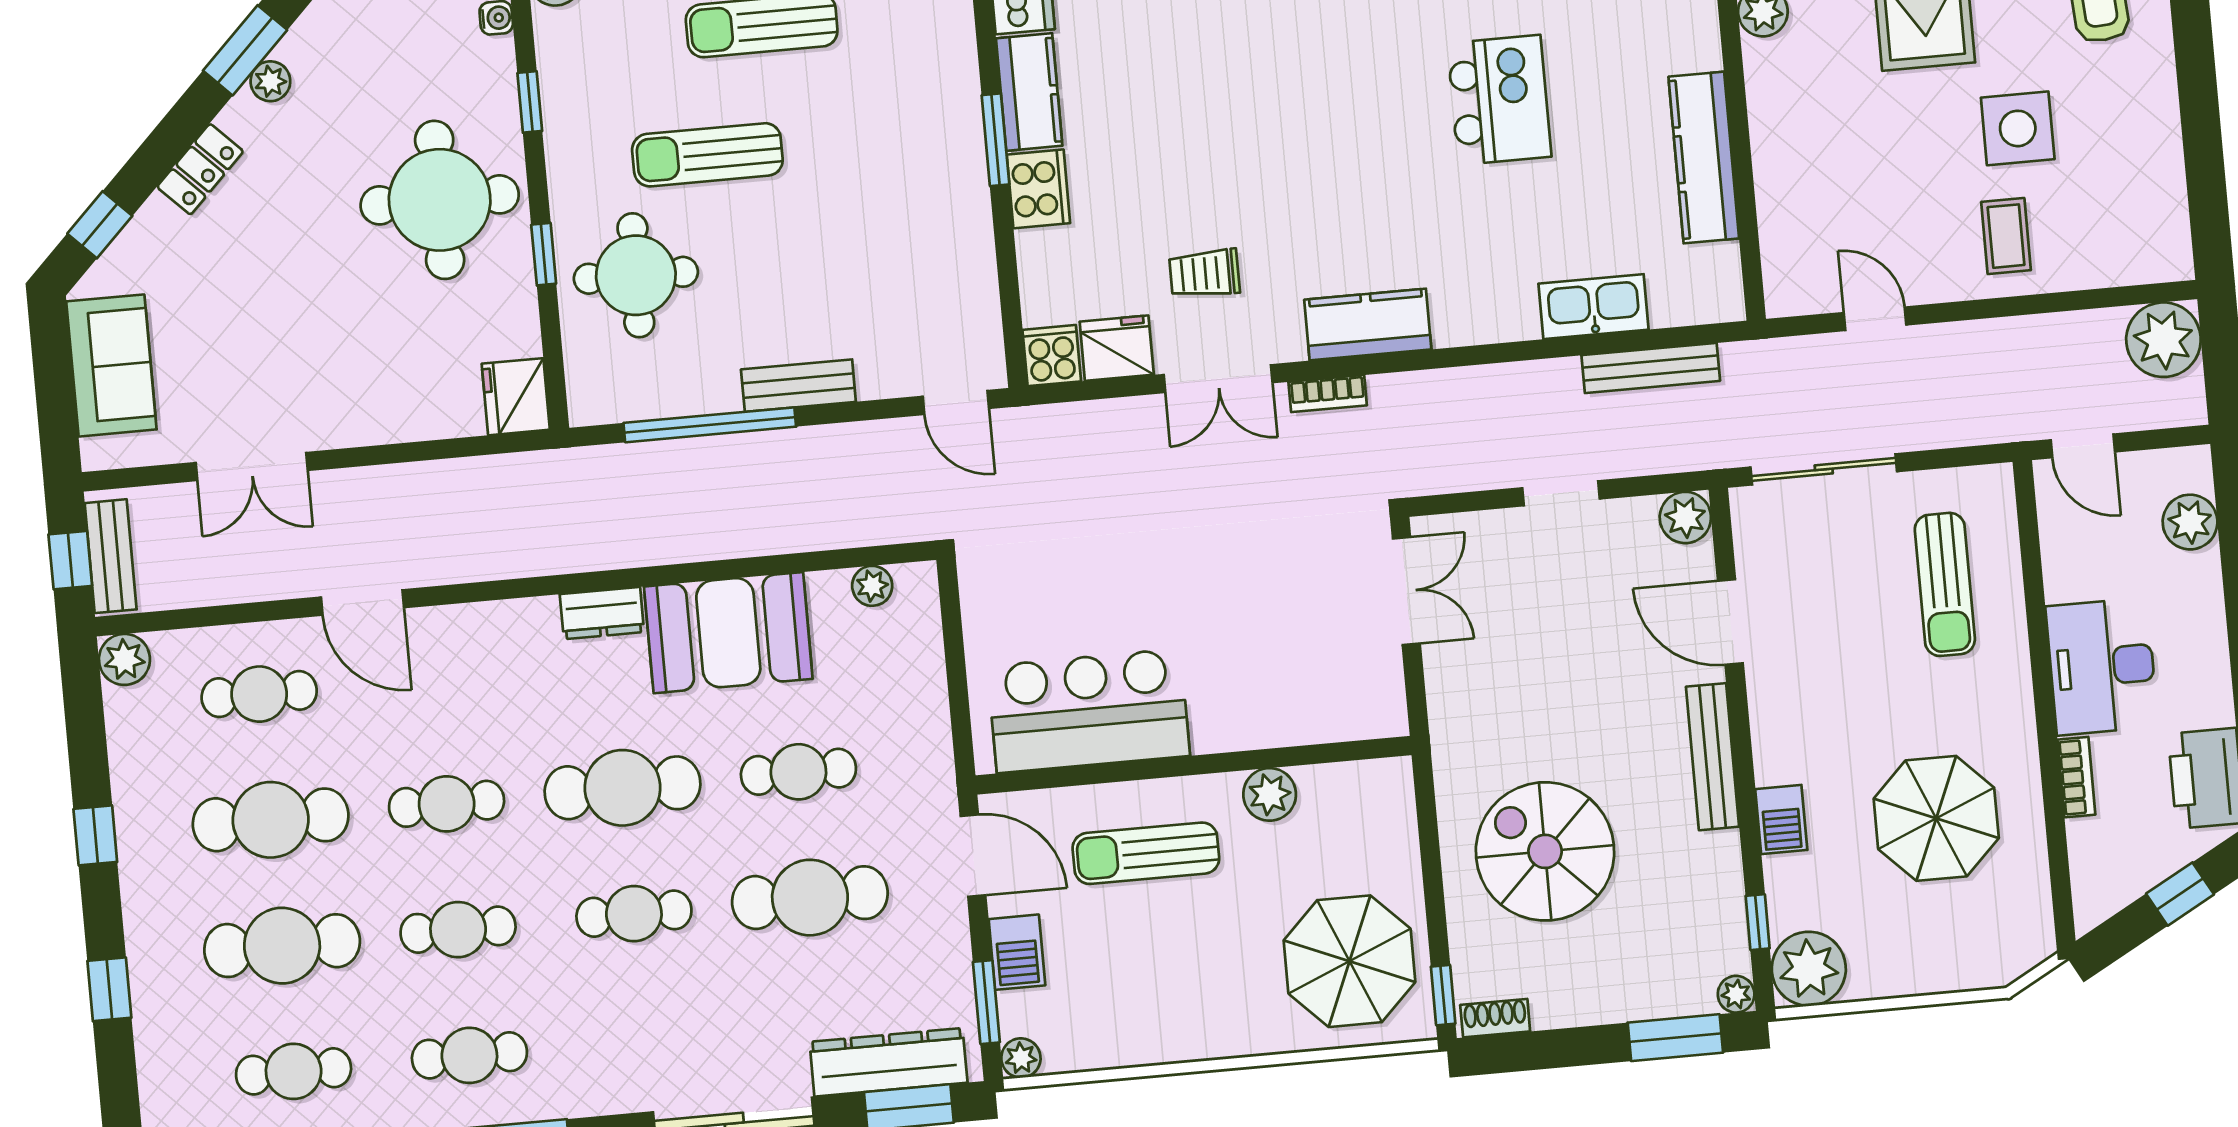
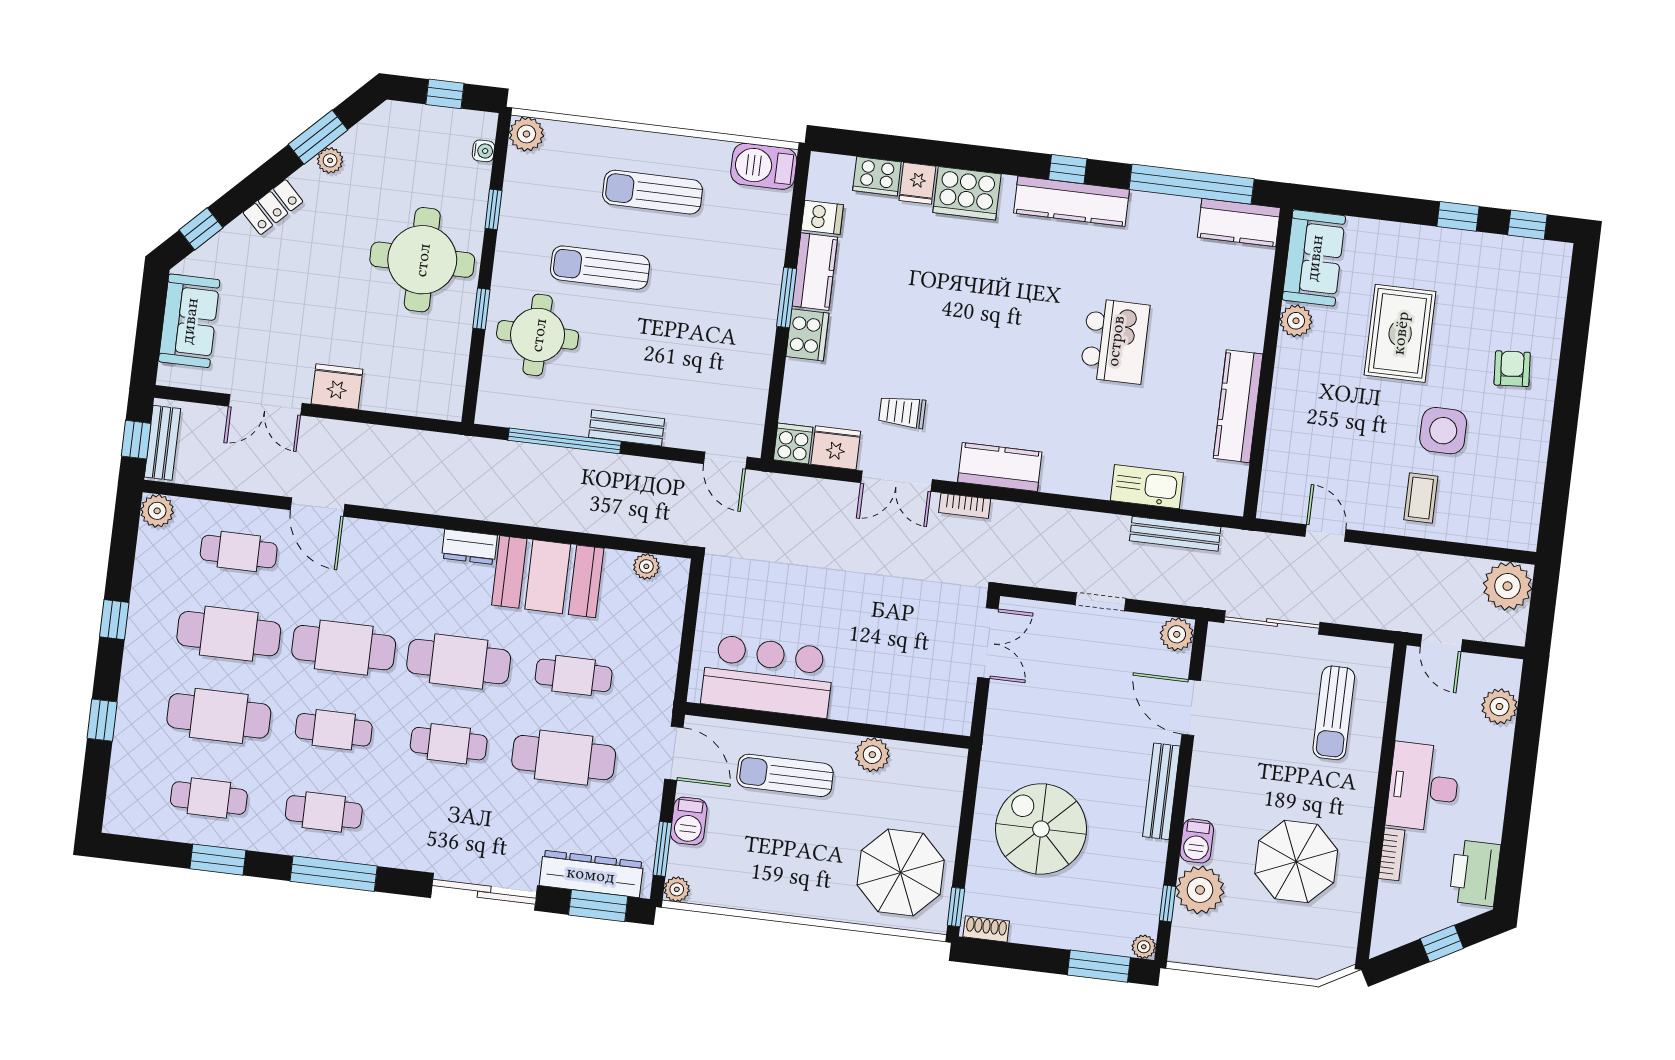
fridge: (516, 397) -> (337, 387), moved, turned 90
cafe table: (447, 804) -> (344, 648), width x1.37, depth x1.35
plant: (1809, 969) -> (1200, 890), moved

